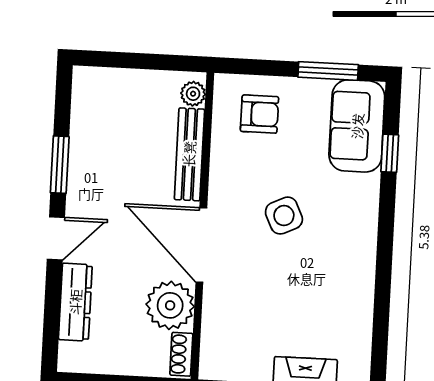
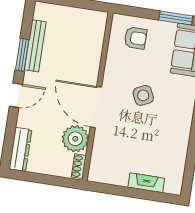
plant: (193, 94) -> (100, 23), removed
bench: (189, 154) -> (35, 46), moved
dresser: (75, 302) -> (20, 149), moved

